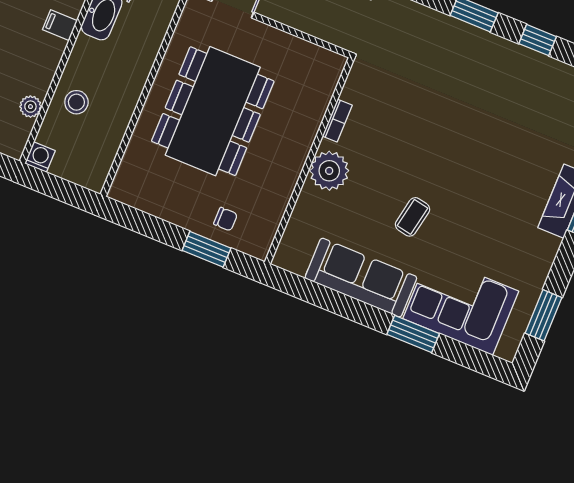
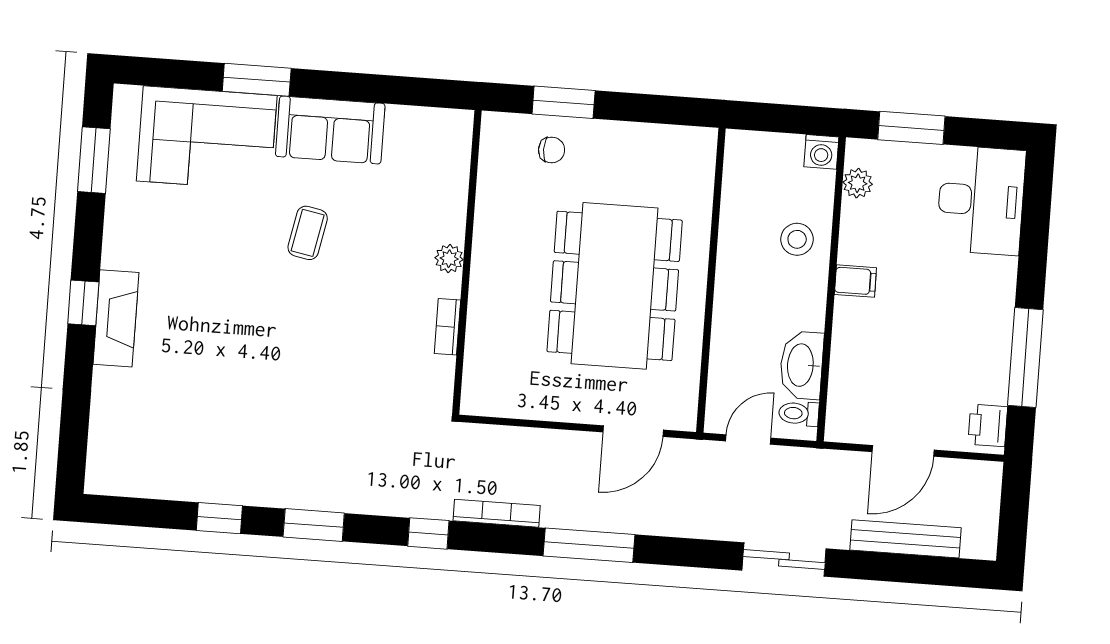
filing cabinet: (60, 25) -> (855, 281), moved
plant: (30, 107) -> (858, 183), moved
plant: (329, 171) -> (449, 259), width x0.53, depth x0.53
chair: (226, 219) -> (552, 150), turned 180
sofa: (361, 278) -> (330, 130), width x0.73

